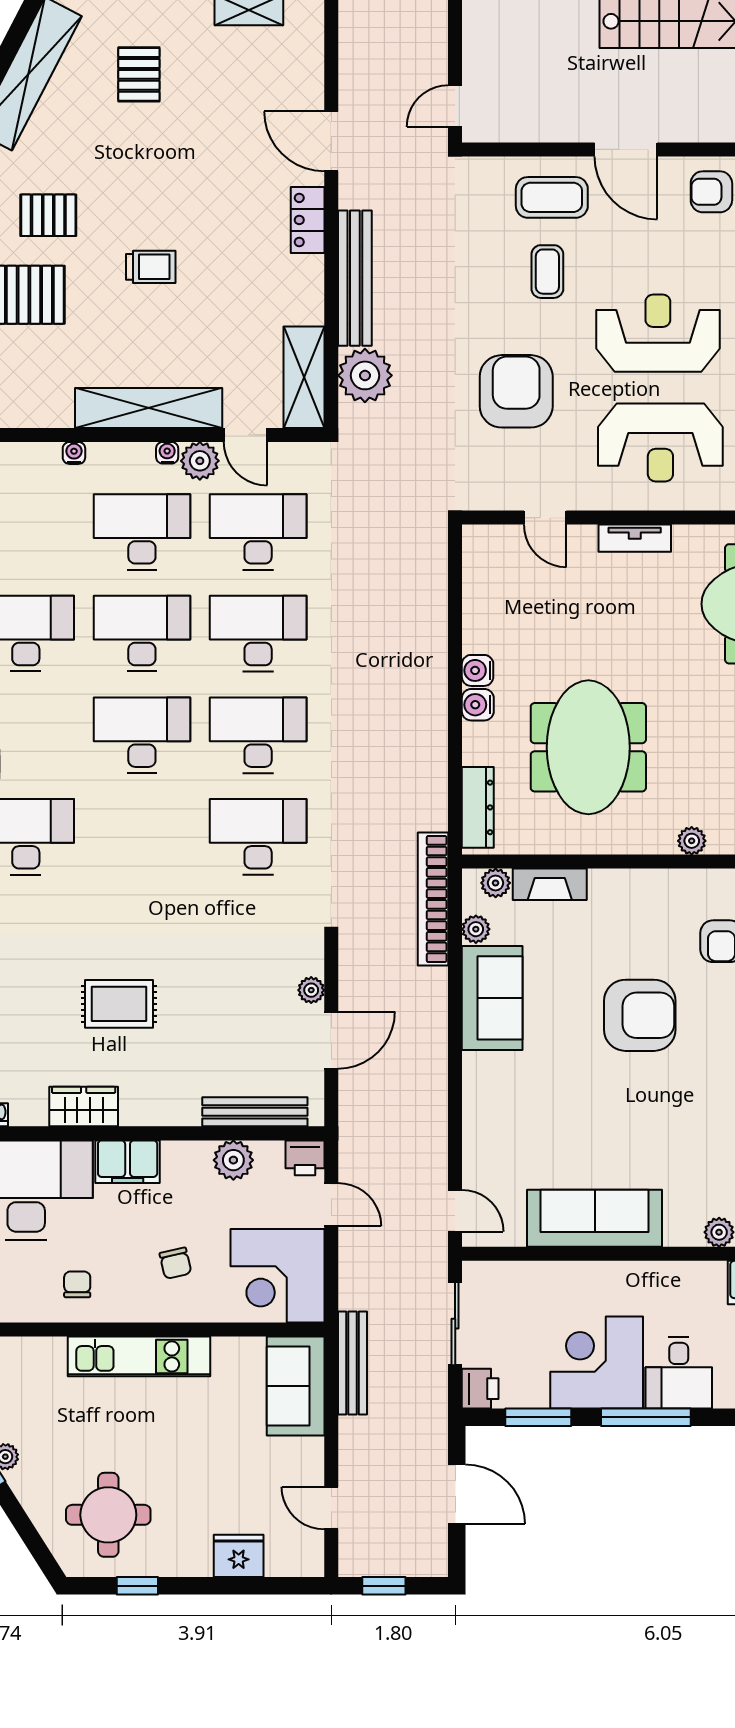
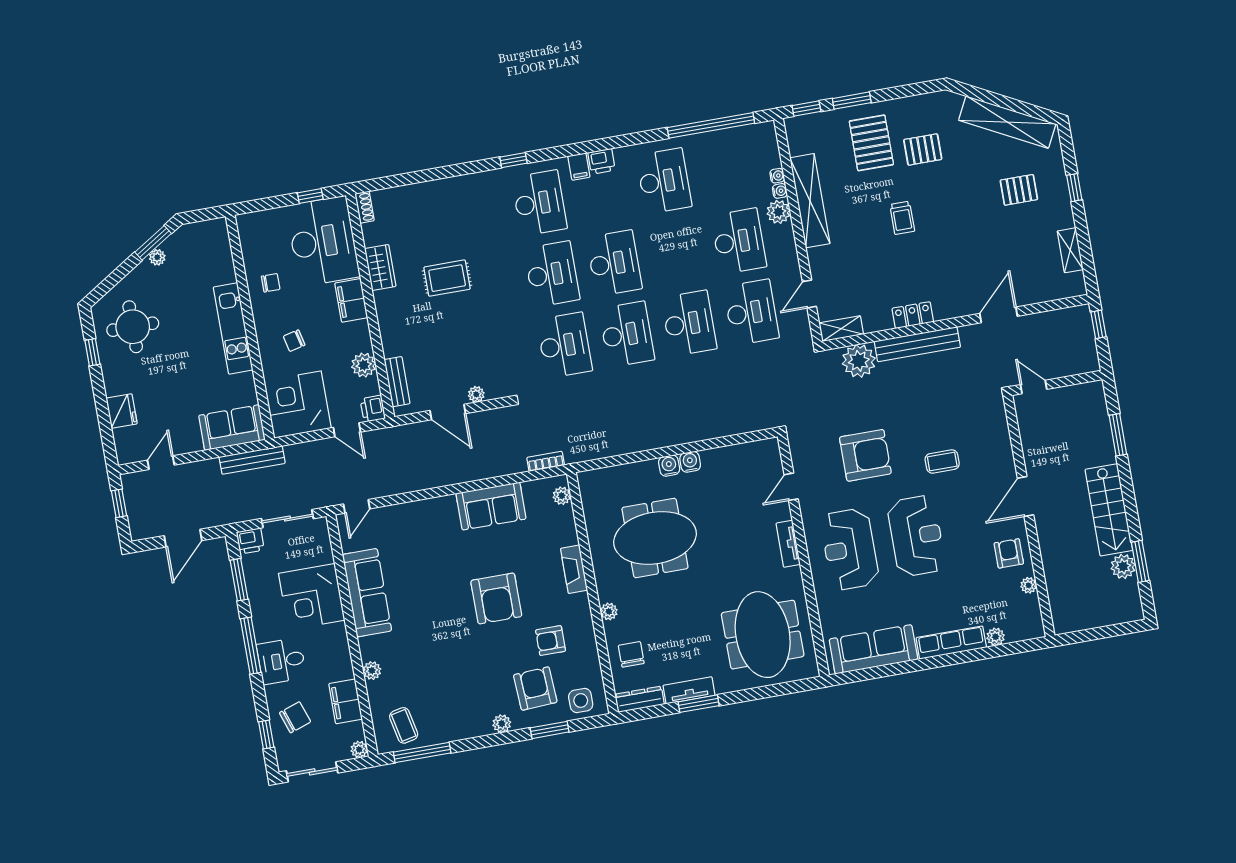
coffee table: (552, 197) -> (988, 456), removed
pallet: (48, 215) -> (923, 149), turned 90
locker: (308, 220) -> (913, 315), moved
shelving: (304, 377) -> (841, 329), width x0.67, depth x0.75
shelving: (149, 408) -> (810, 201), moved
water cooler: (167, 453) -> (777, 176), moved
plant: (200, 461) -> (779, 212), moved
desk: (142, 634) -> (552, 274), moved
dresser: (478, 807) -> (606, 477), removed
fireplace: (550, 884) -> (574, 569), moved
bookcase: (433, 899) -> (546, 461), width x0.43, depth x0.76
plant: (476, 929) -> (531, 489), removed
rug: (119, 1004) -> (447, 278), turned 90
bench: (255, 1112) -> (397, 382), width x0.73
door: (331, 1205) -> (347, 430), hinge flipped
corner desk: (597, 1362) -> (312, 597), moved, turned 180

